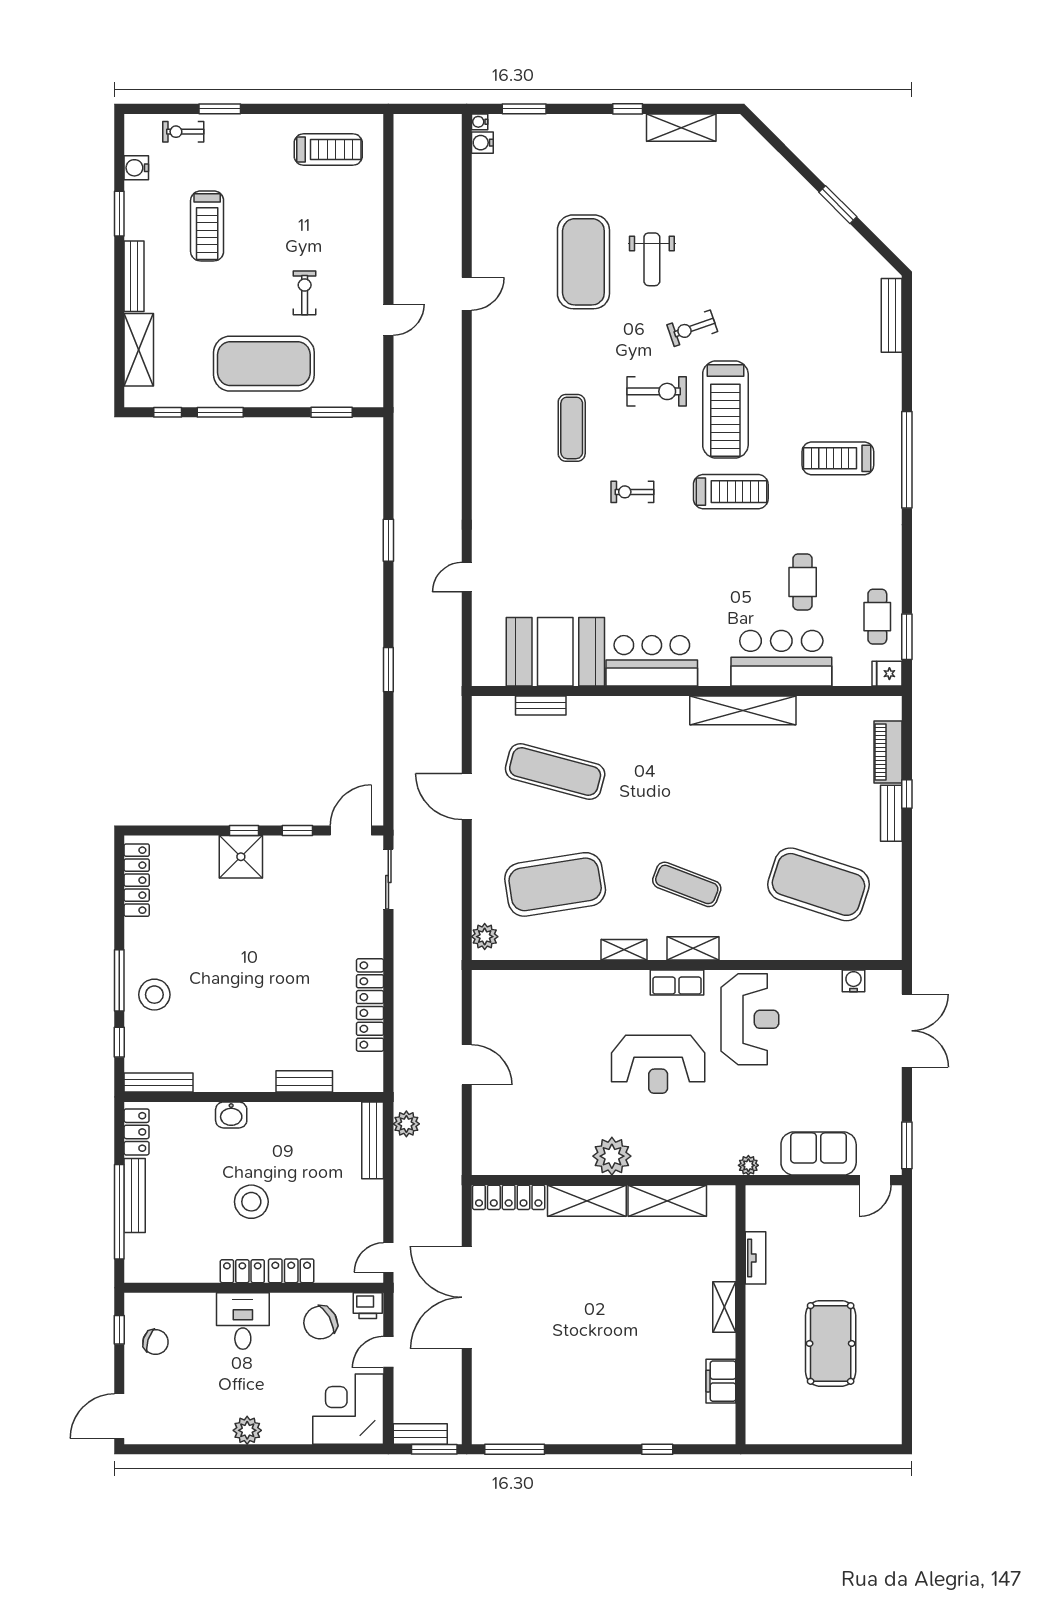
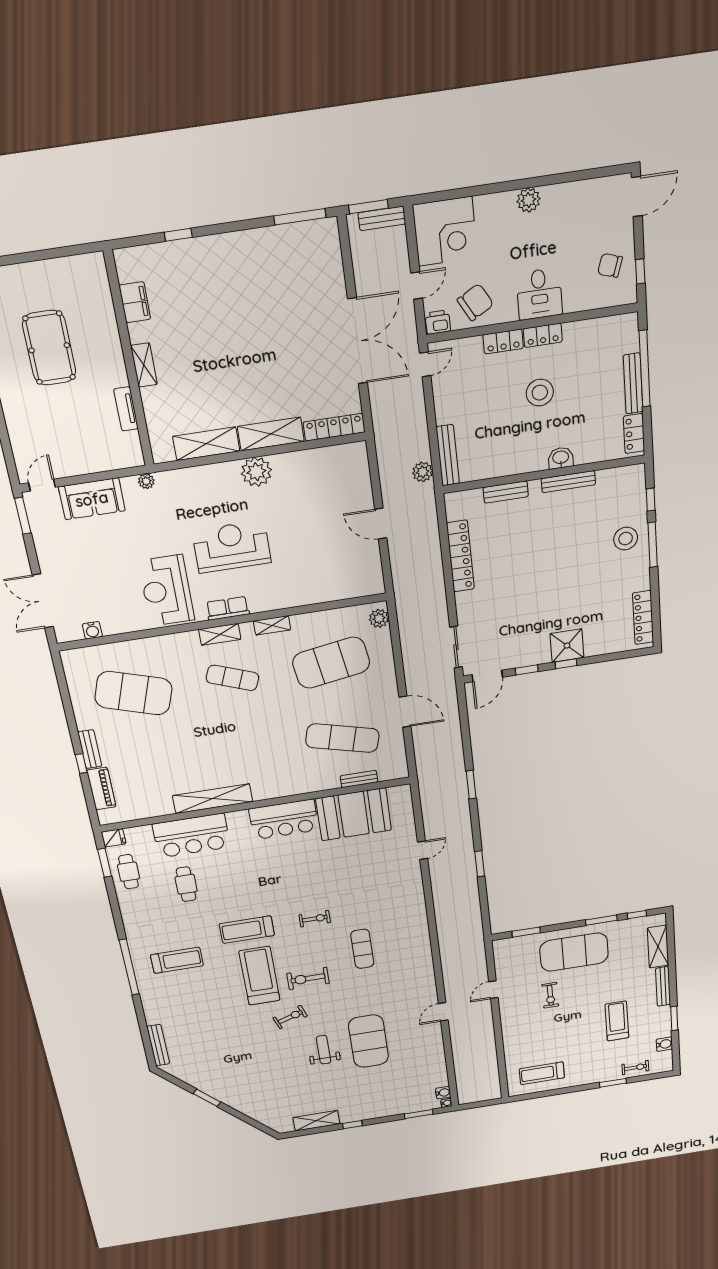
bench: (159, 1082) -> (568, 482), moved

